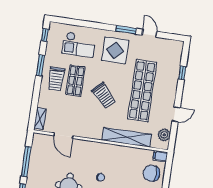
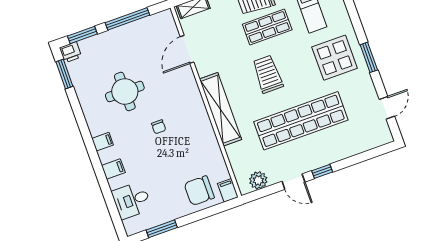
door: (149, 33) -> (387, 108), moved
window: (182, 73) -> (322, 171), moved
trolley: (104, 95) -> (268, 74), turned 134
shelving: (127, 137) -> (221, 109), moved
chair: (151, 173) -> (199, 191), turned -90

